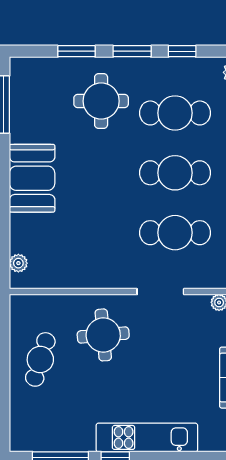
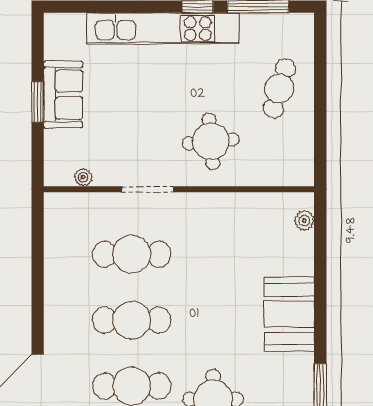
cafe table: (40, 359) -> (279, 88), moved
kitchen unit: (147, 437) -> (163, 28), width x1.36

